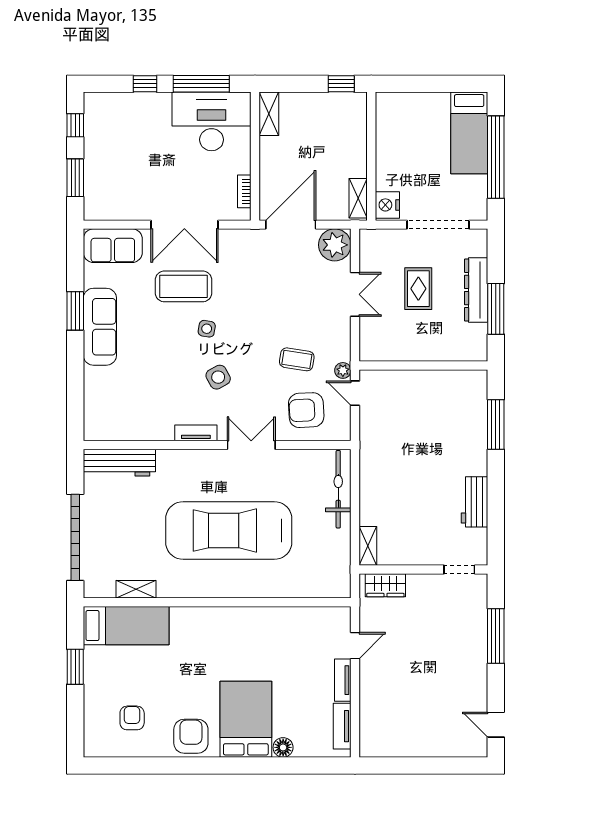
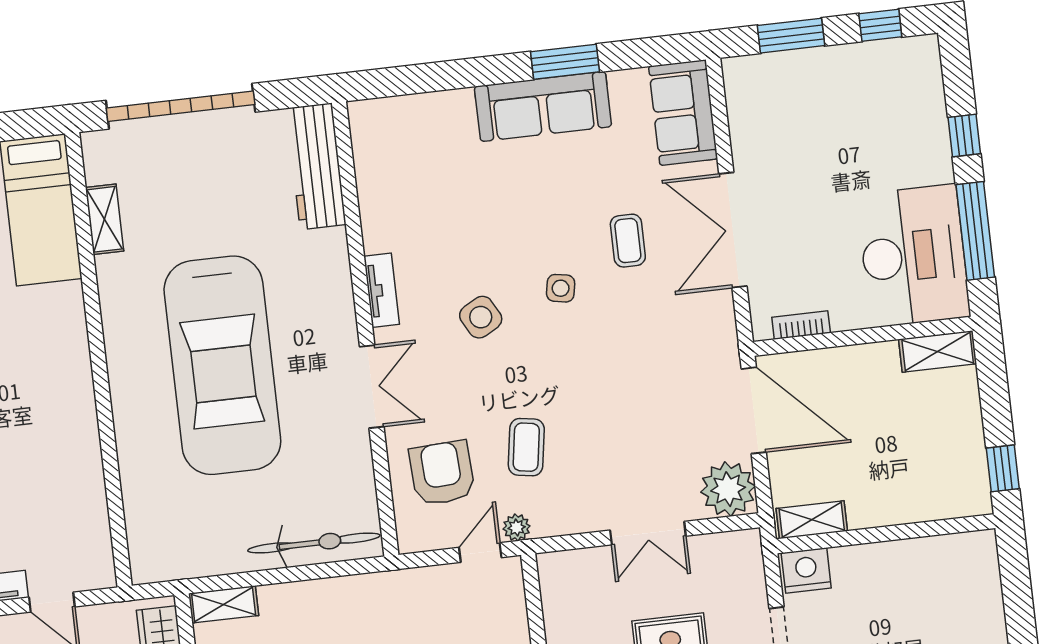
coffee table: (184, 286) -> (628, 241), width x0.54, depth x0.58
car: (229, 530) -> (222, 365), turned 180

